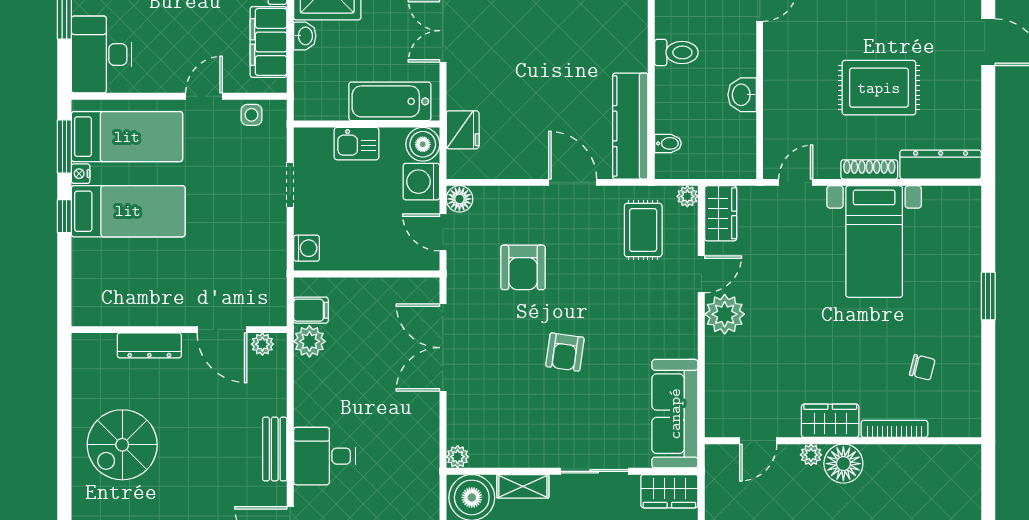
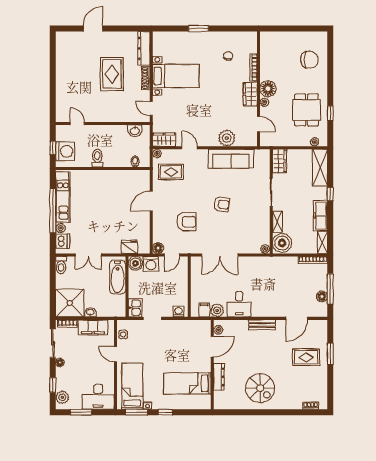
washbasin: (742, 95) -> (135, 131), moved
kitchen counter: (630, 126) -> (128, 177), removed
kitchen sink: (357, 144) -> (135, 308), moved
bed: (128, 211) -> (187, 383), moved, turned -90
plant: (725, 314) -> (227, 138), moved
sofa: (675, 414) -> (231, 159), moved
desk: (324, 456) -> (239, 304), moved

